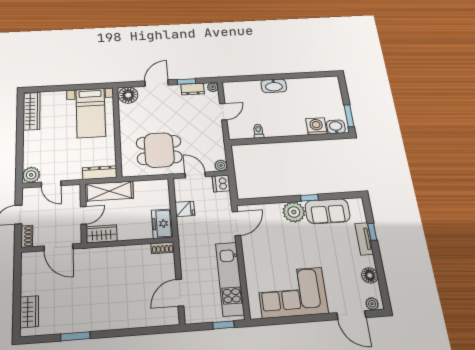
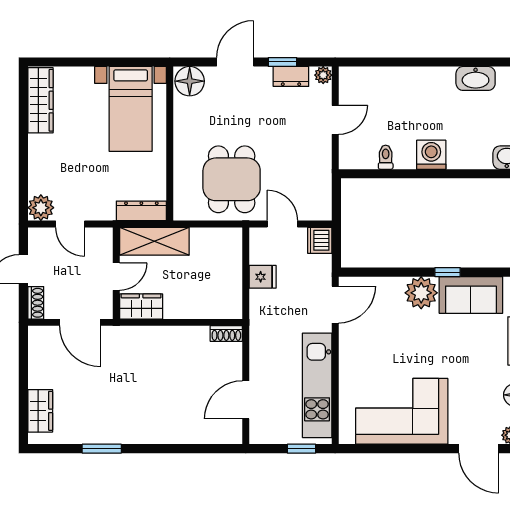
washbasin: (274, 86) -> (476, 78), moved
washing machine: (316, 126) -> (431, 155), moved
dining table: (159, 150) -> (232, 179), turned 90
plant: (221, 165) -> (322, 211), removed
freezer: (162, 224) -> (228, 297), removed

